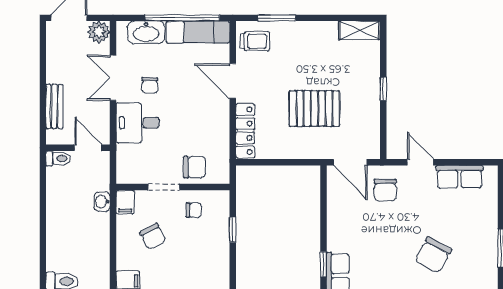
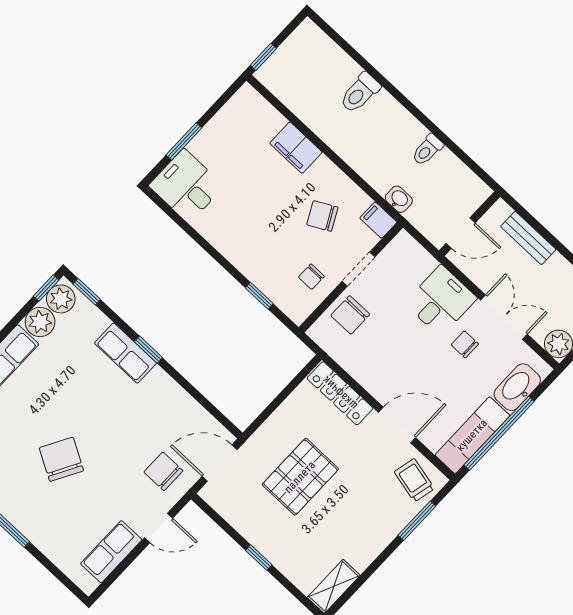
trolley: (255, 41) -> (414, 480), turned 103
toilet: (58, 159) -> (427, 150), moved

